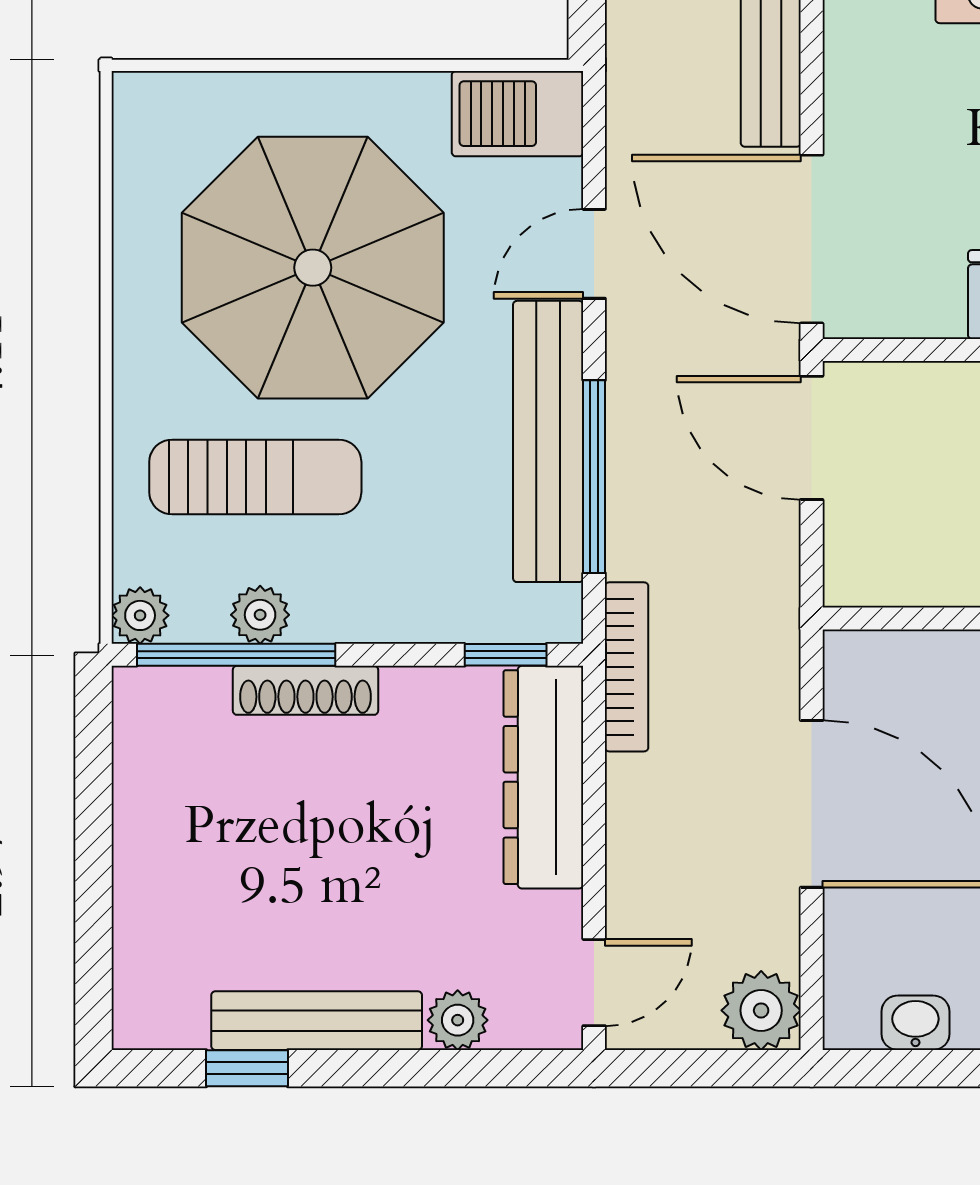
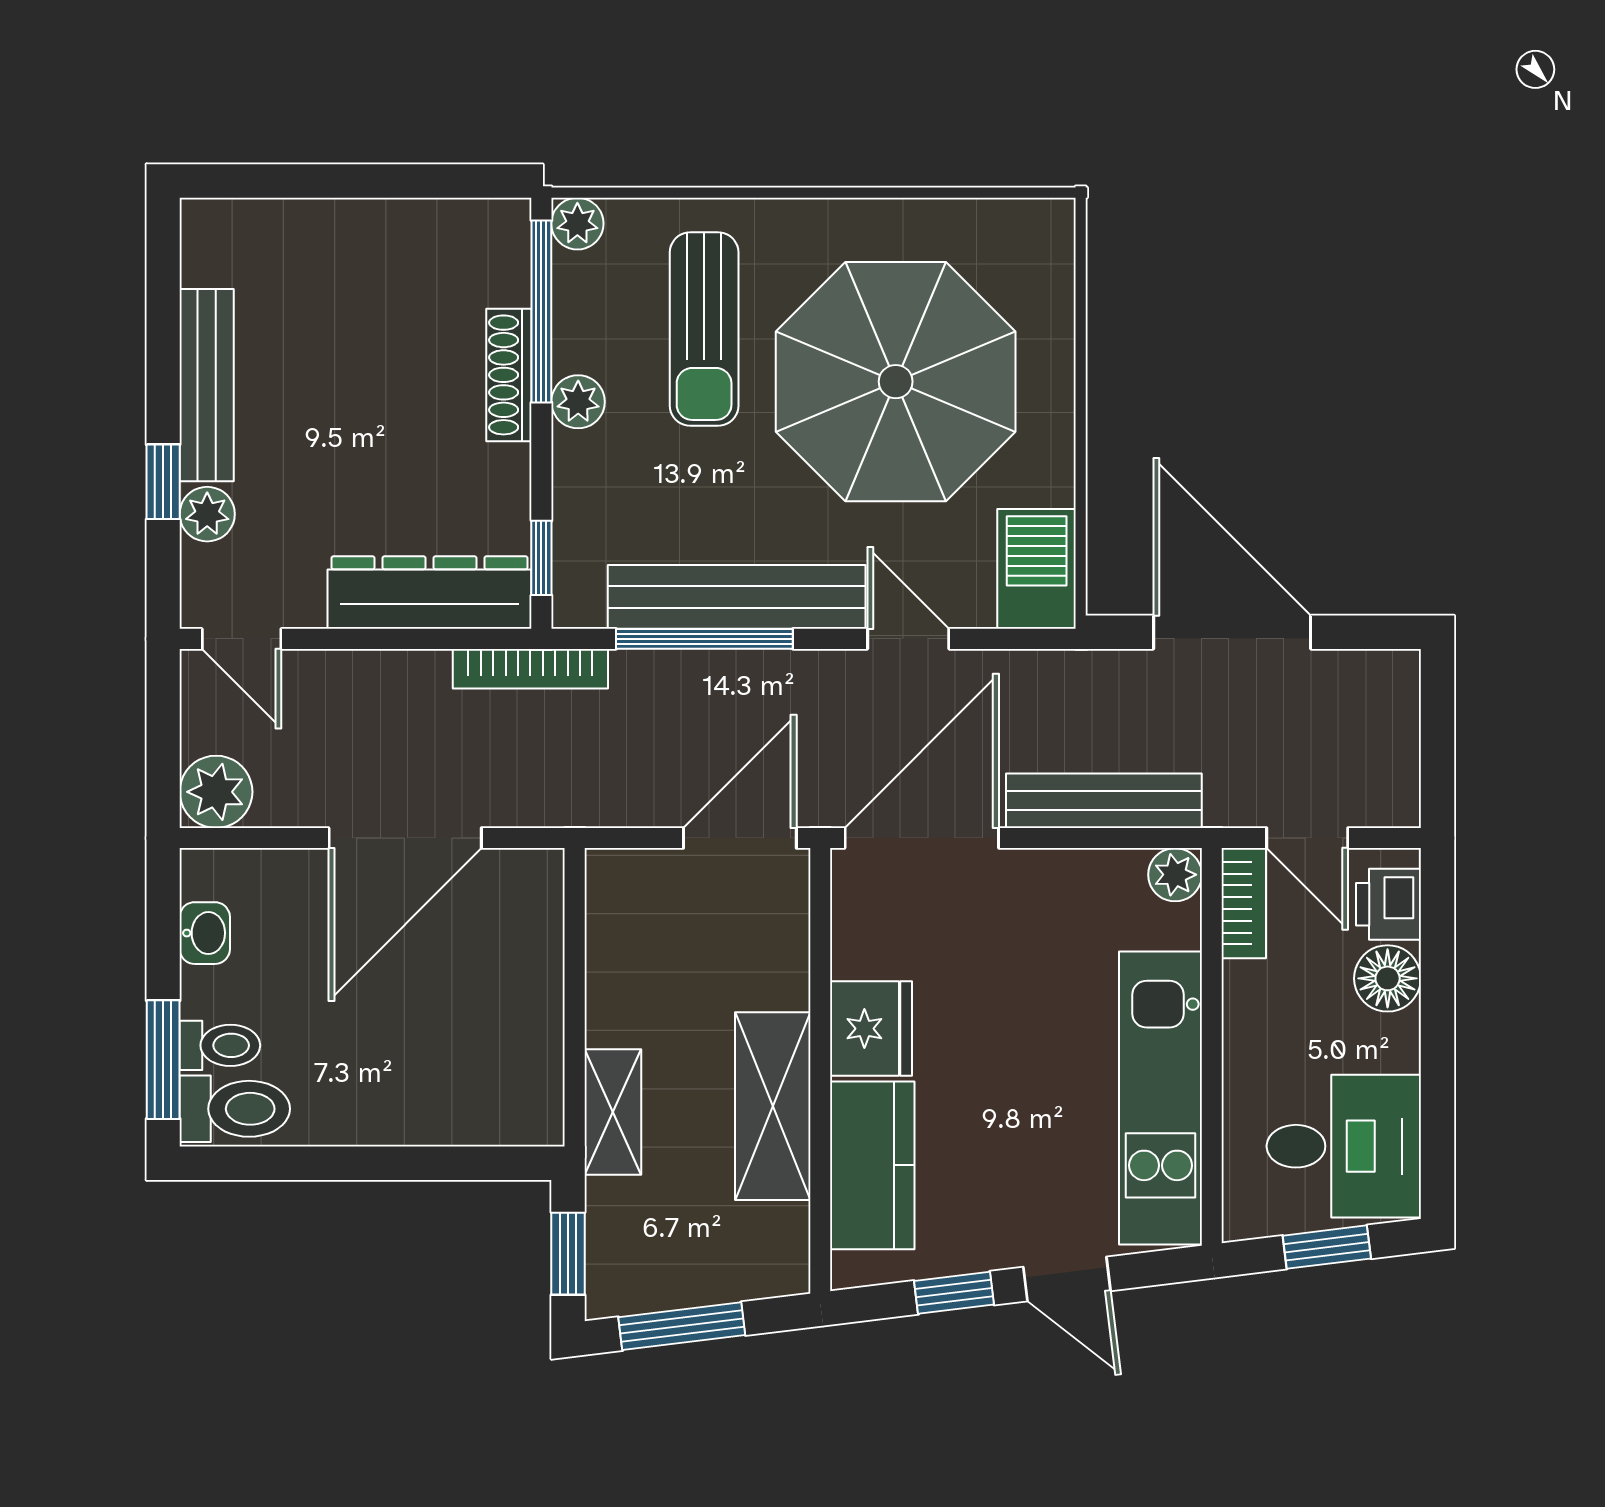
plant: (260, 615) -> (578, 402), moved
window: (247, 1068) -> (163, 482), moved

